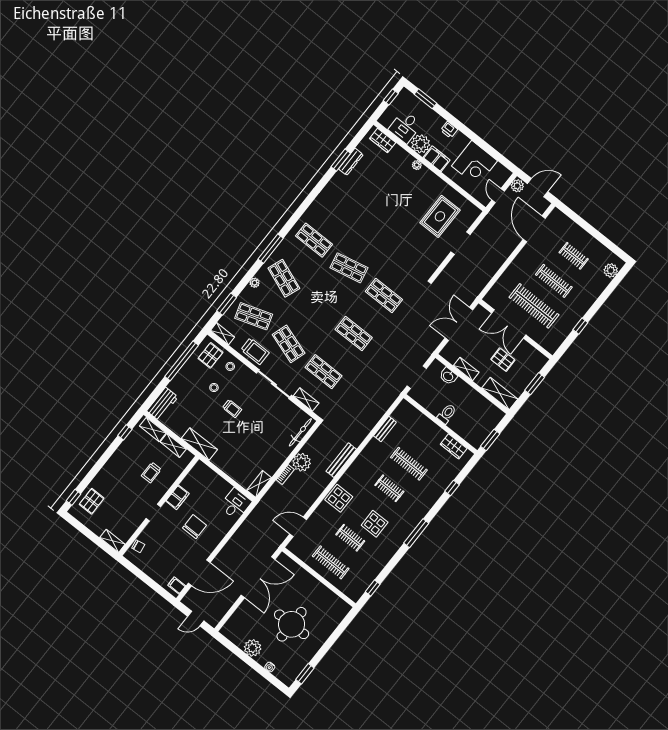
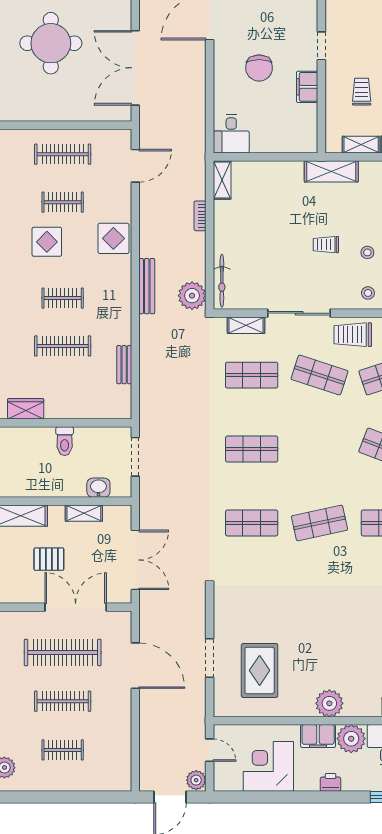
plant: (417, 165) -> (329, 703), width x1.88, depth x1.88
door: (534, 229) -> (135, 666), moved
plant: (302, 462) -> (192, 296), moved

